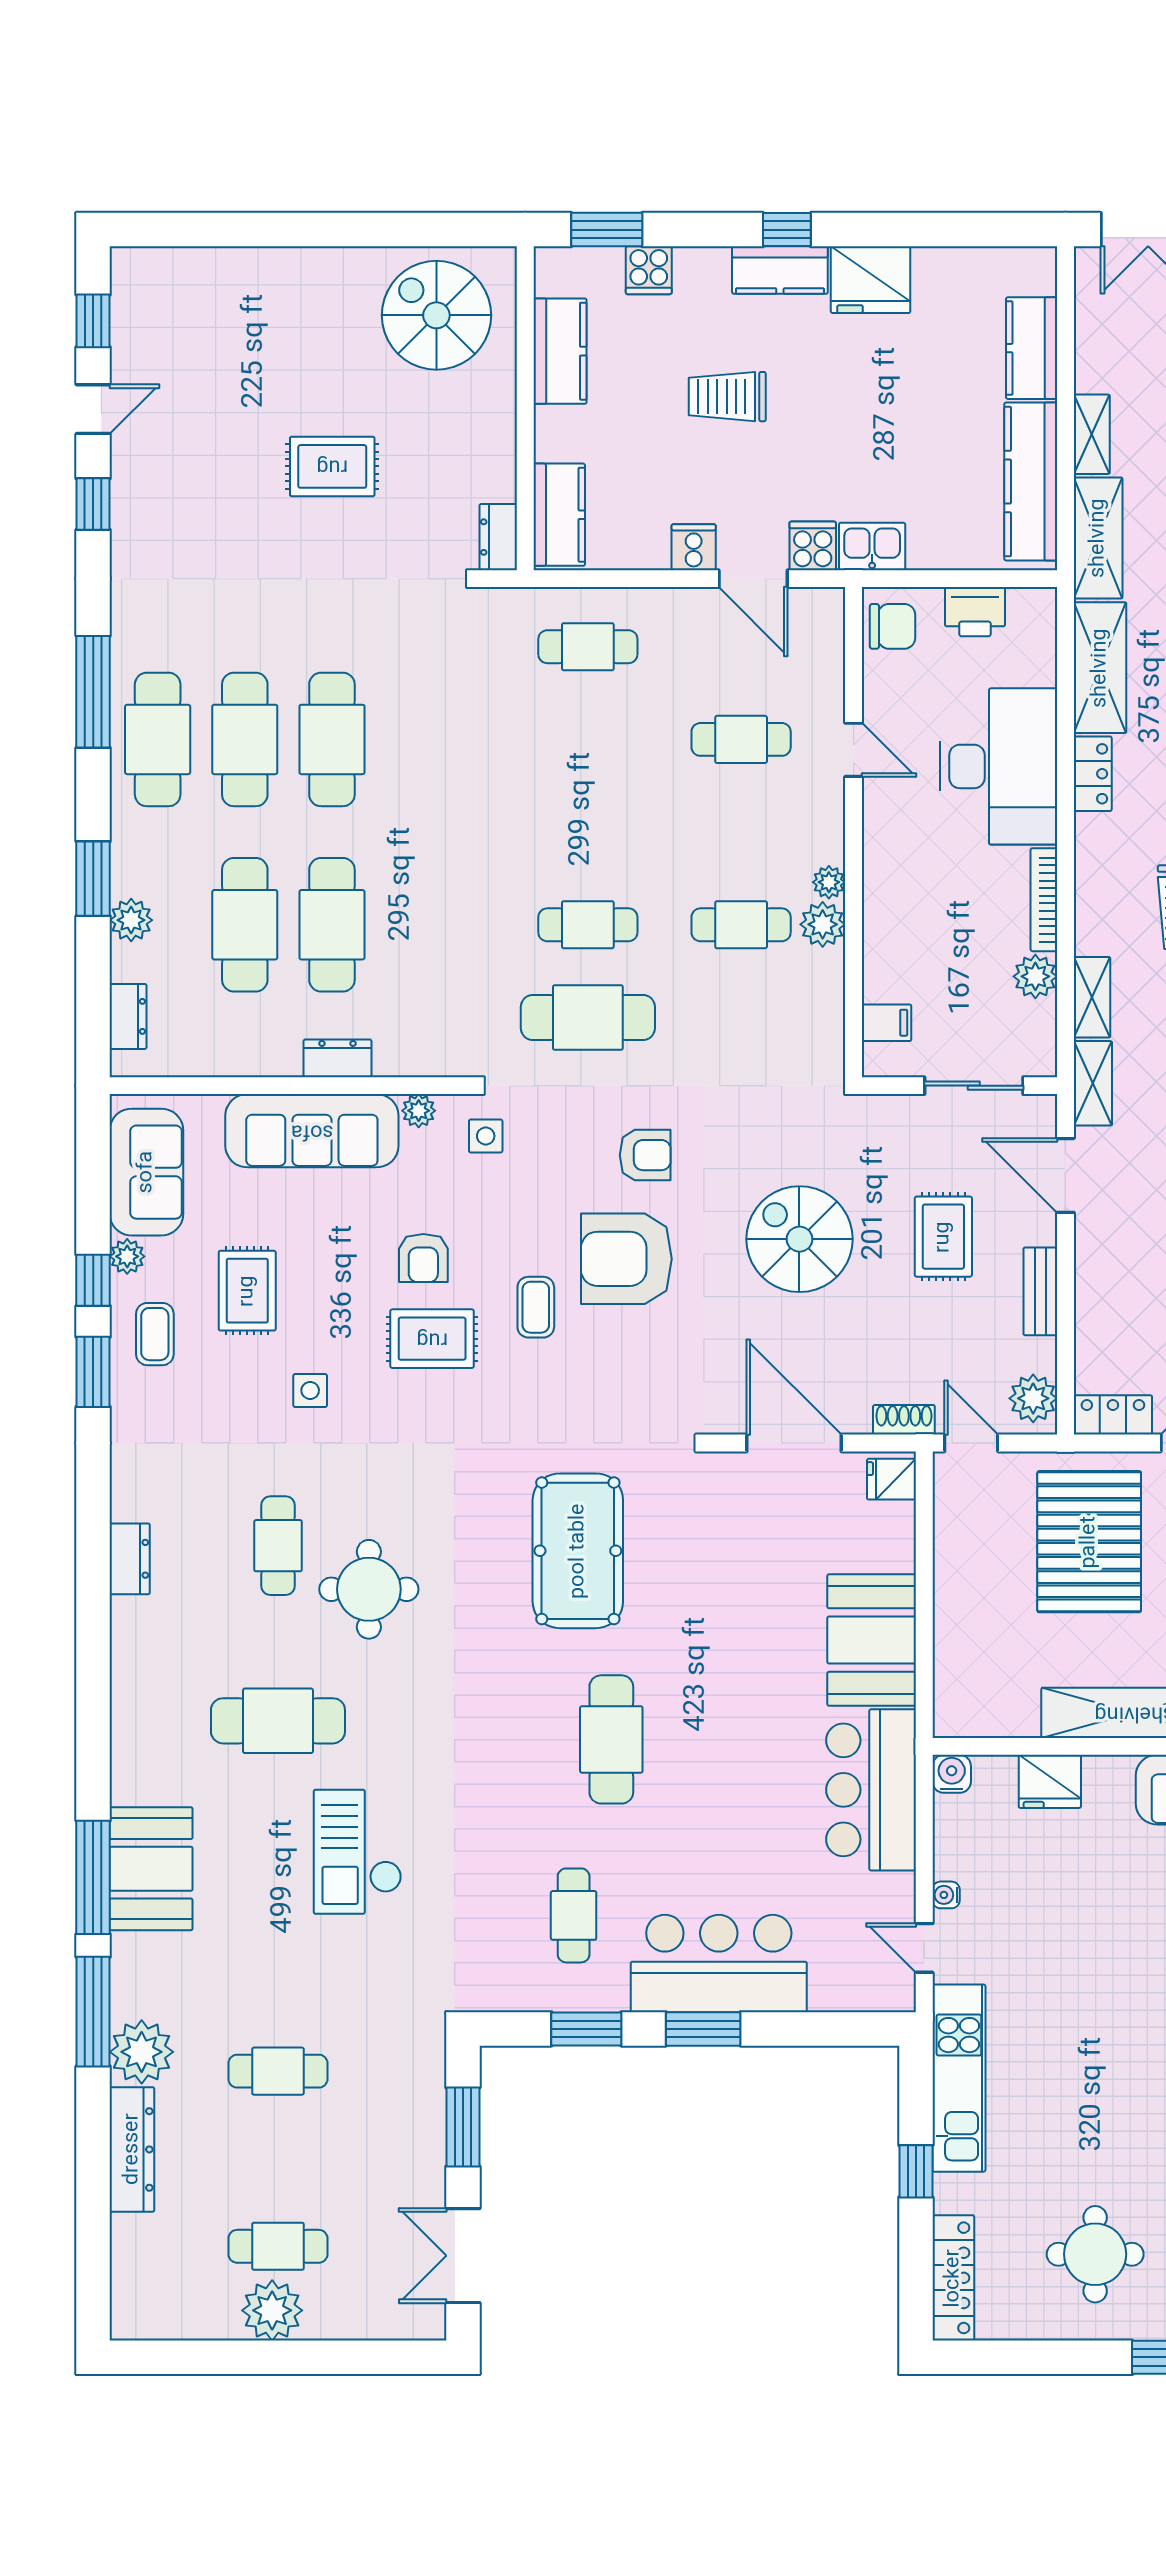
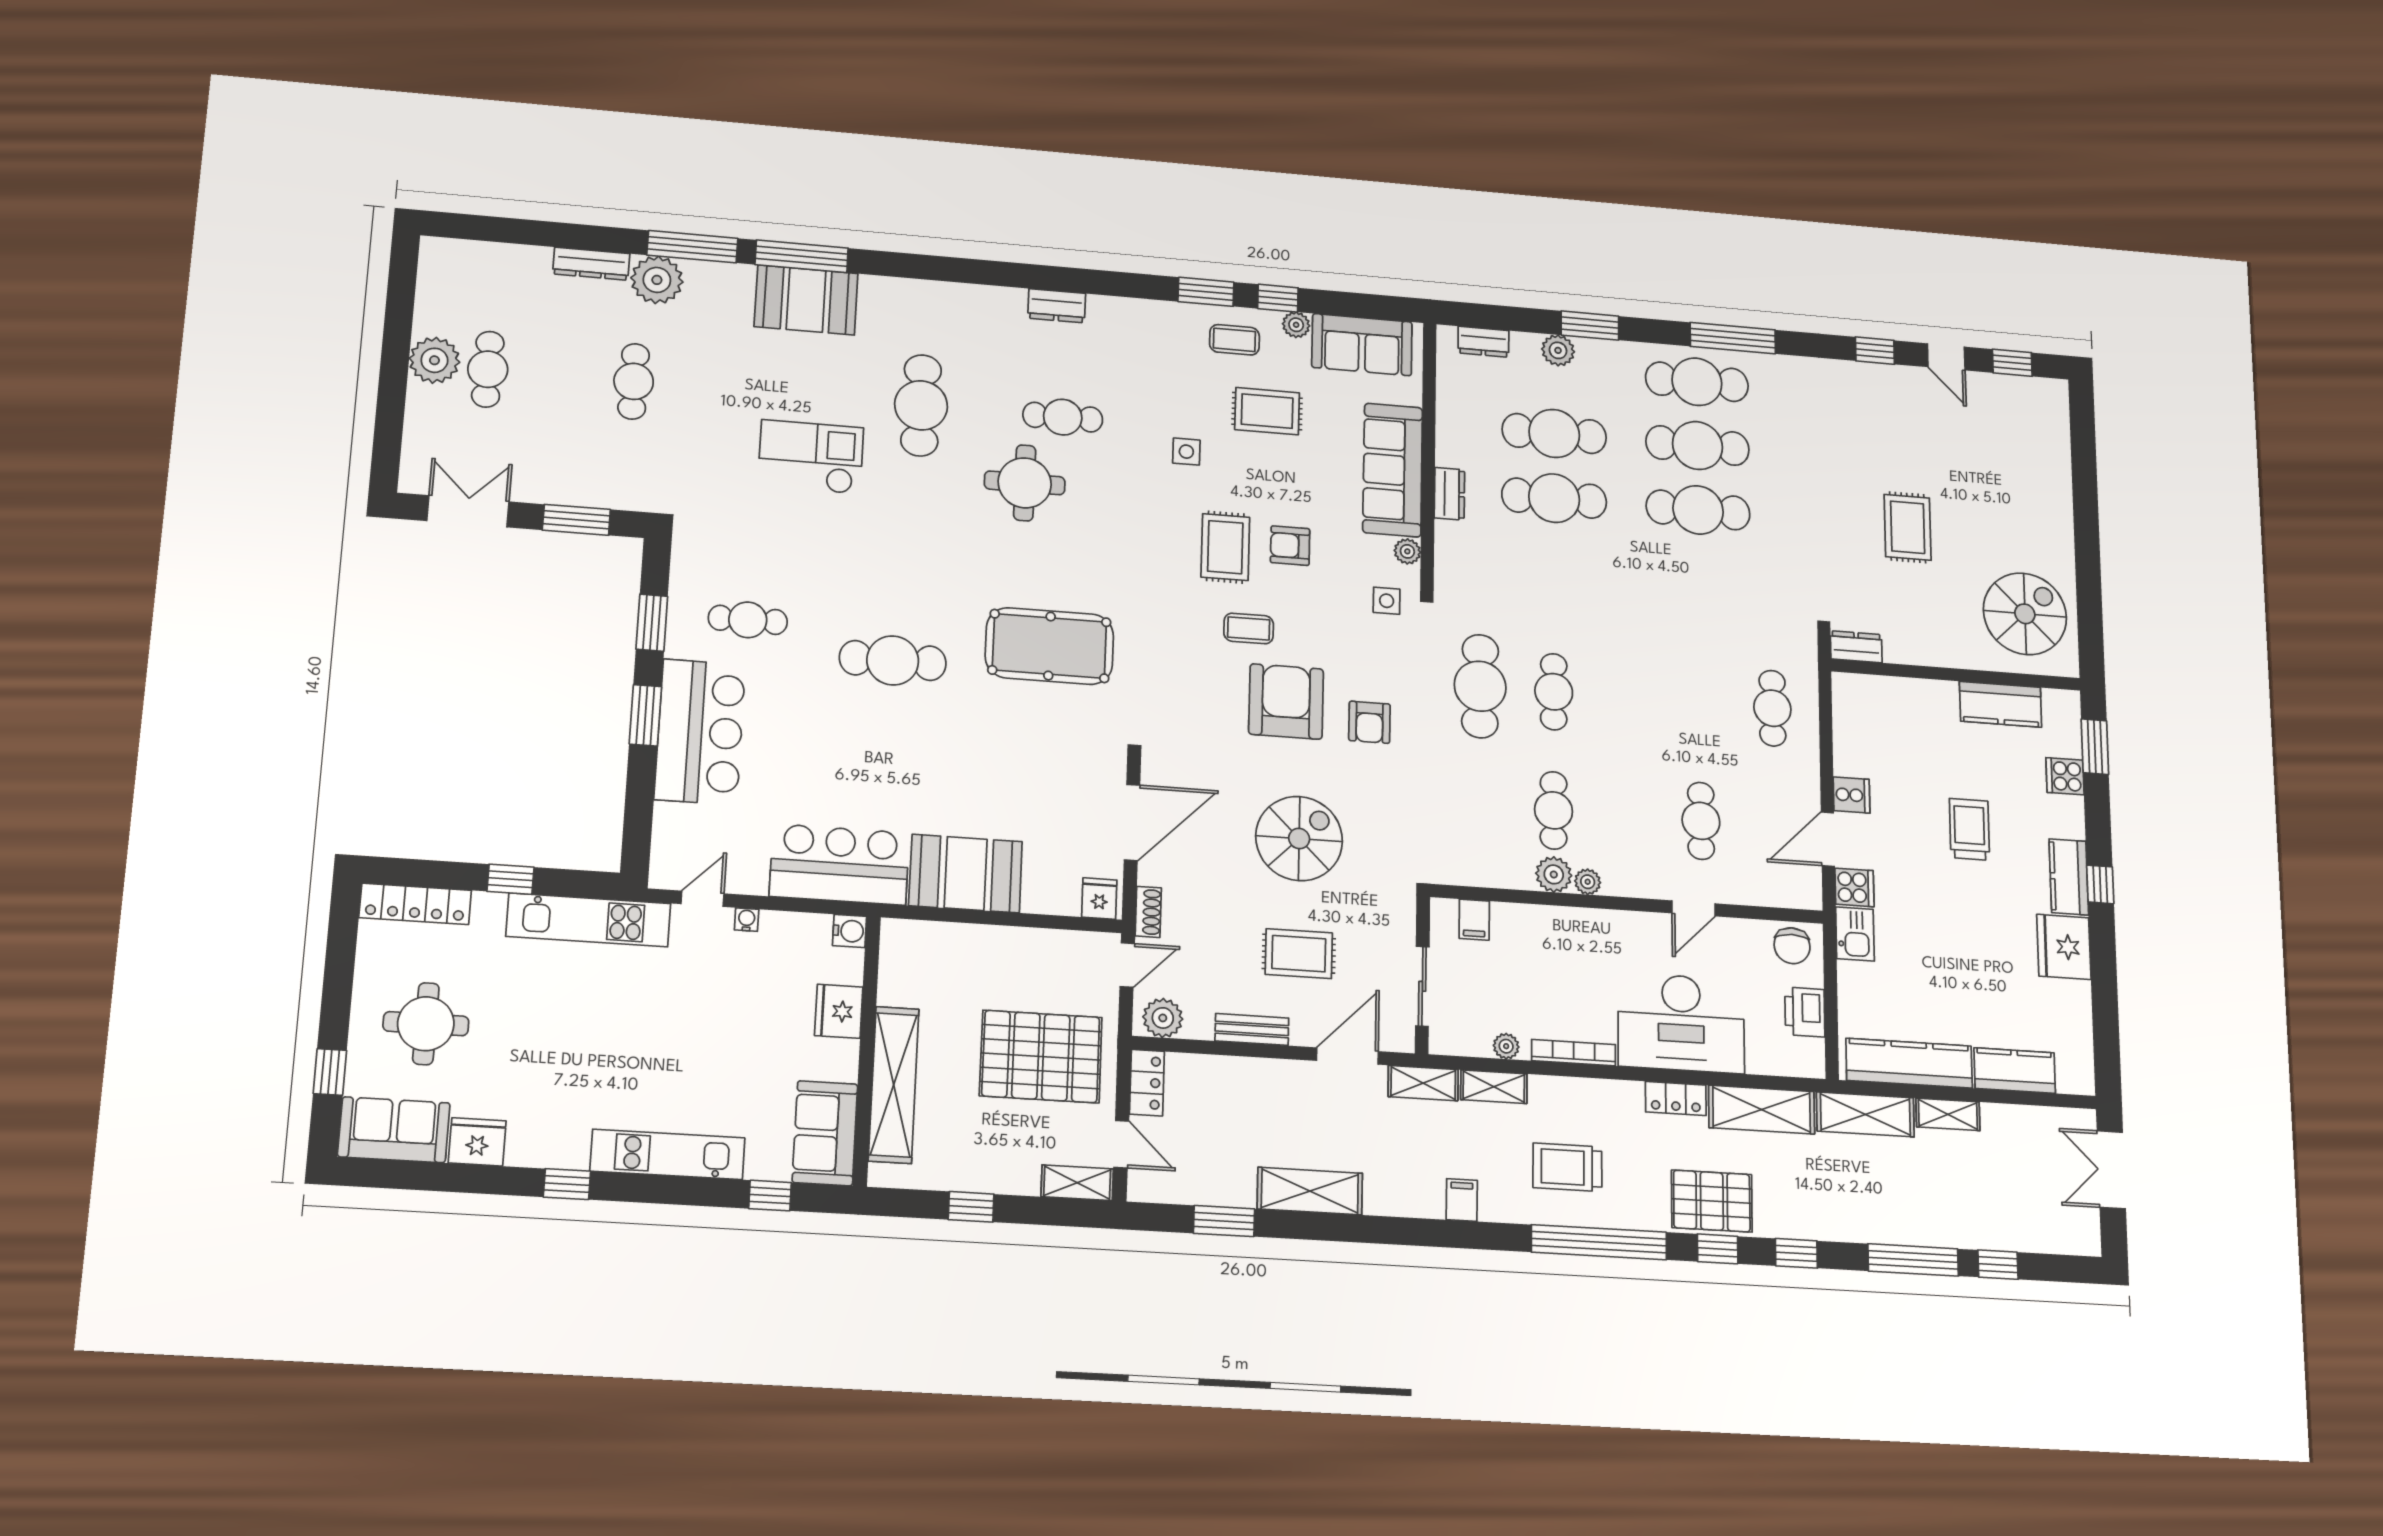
kitchen counter: (559, 515) -> (1875, 694), removed
plant: (1035, 976) -> (1506, 1046), width x0.73, depth x0.73
dresser: (132, 2149) -> (591, 264), width x0.73, depth x0.80

